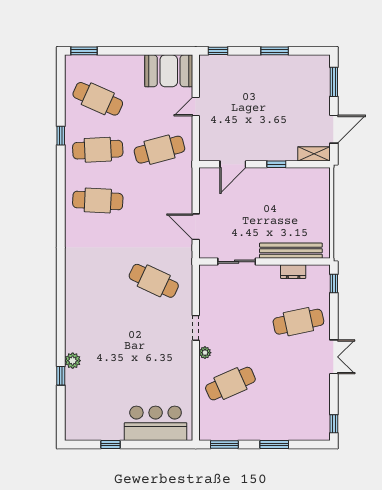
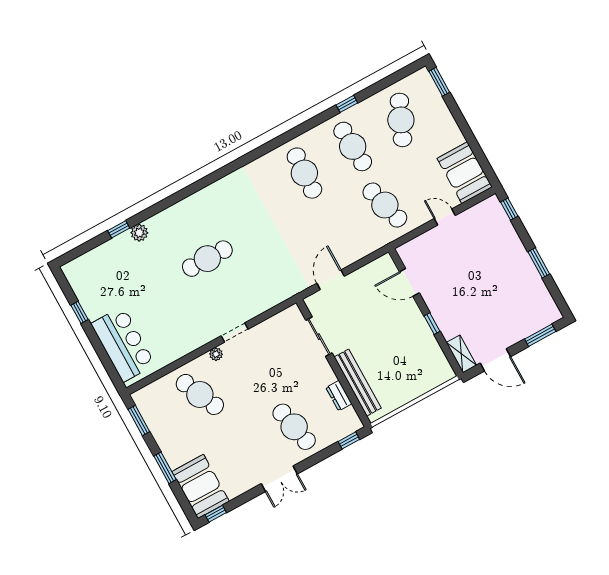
cafe table: (154, 281) -> (207, 259), moved, turned 65
booth: (305, 424) -> (201, 486), added

